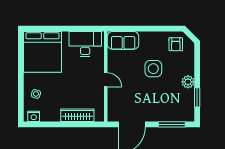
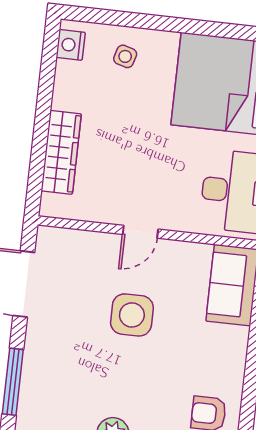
side table: (153, 69) -> (132, 315), moved

